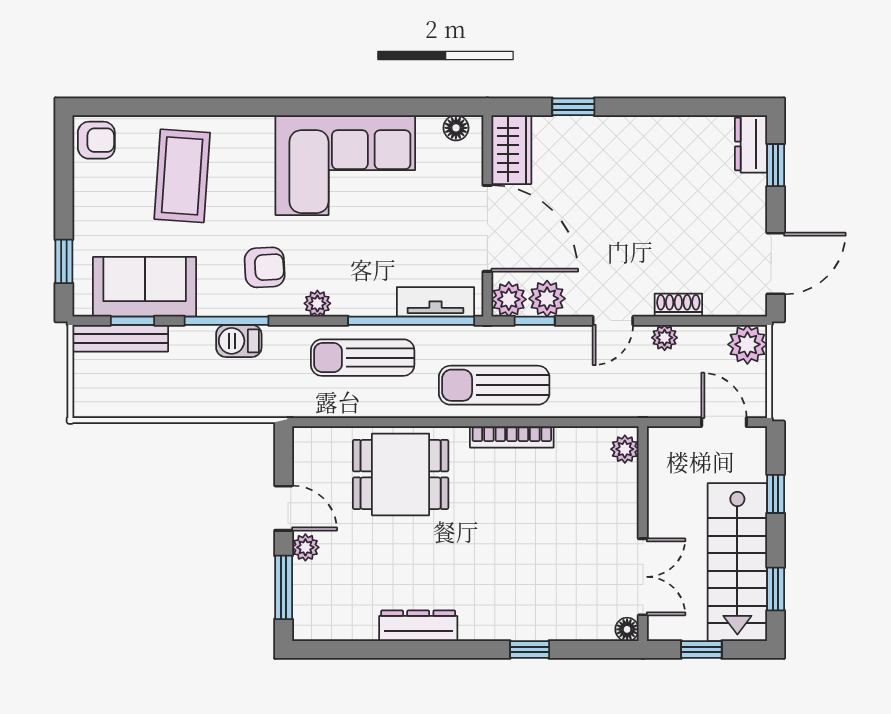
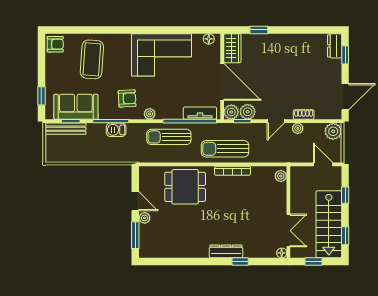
dresser: (418, 626) -> (226, 251), moved

